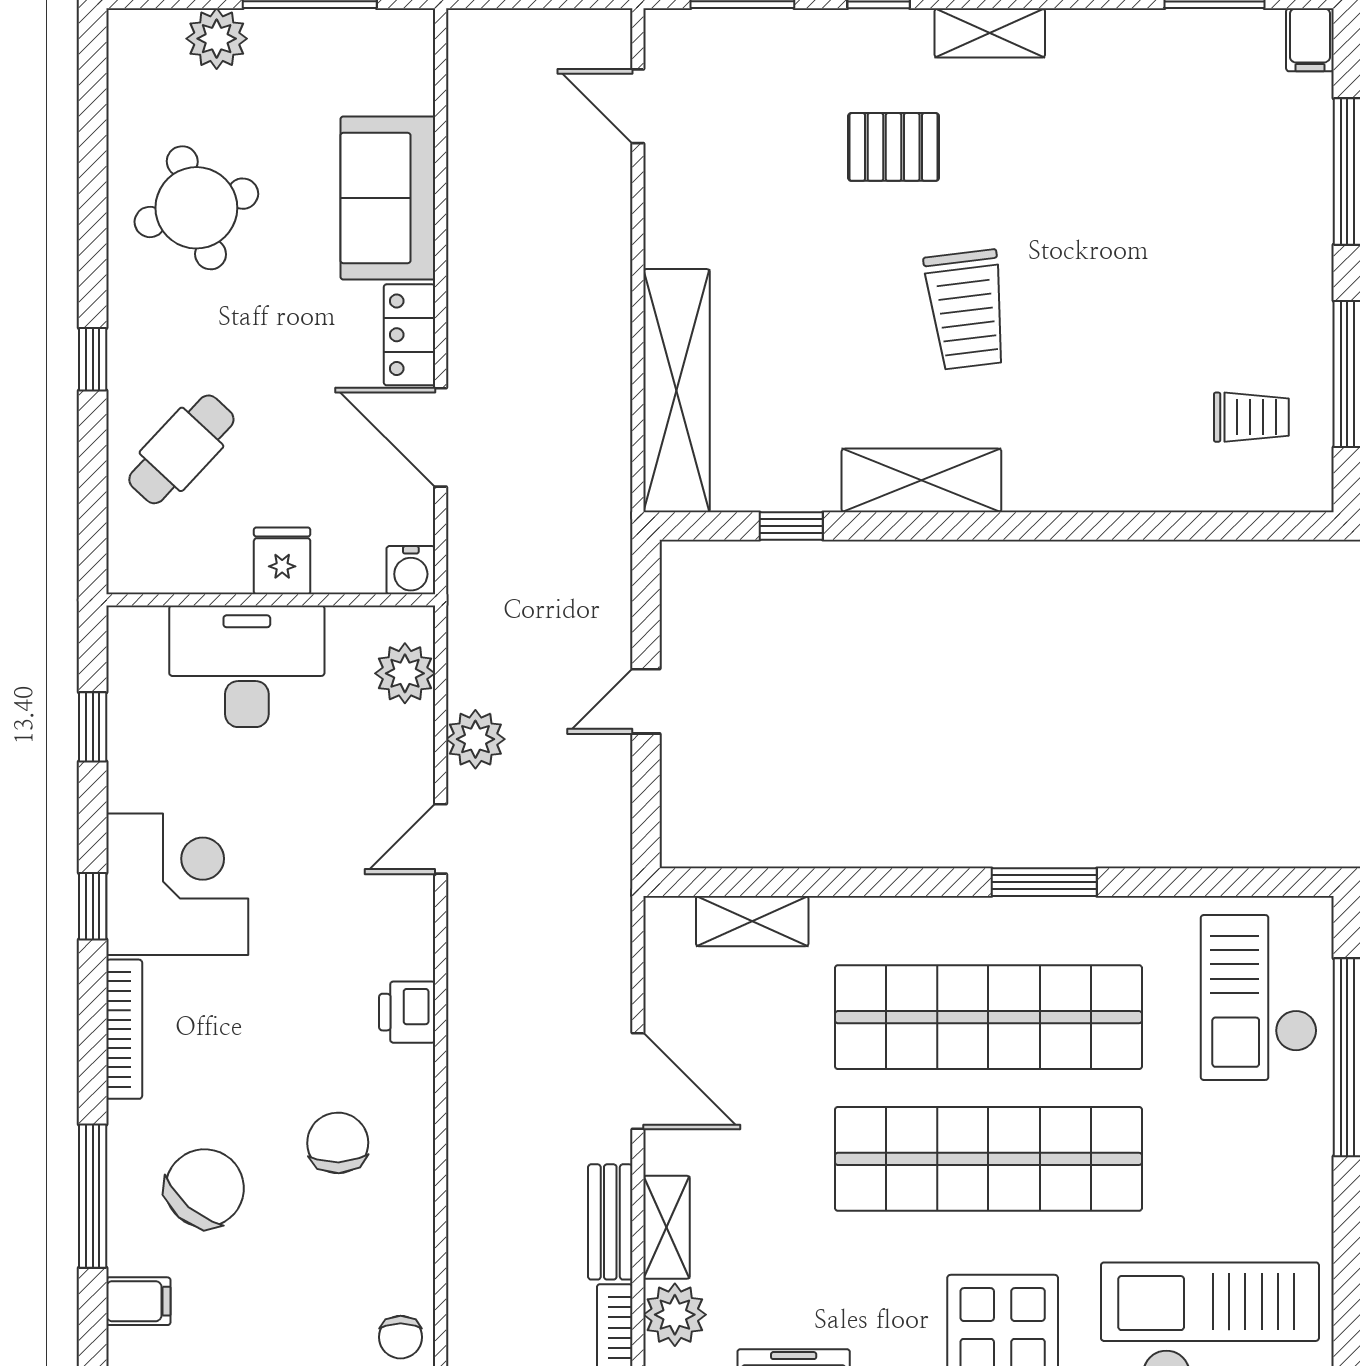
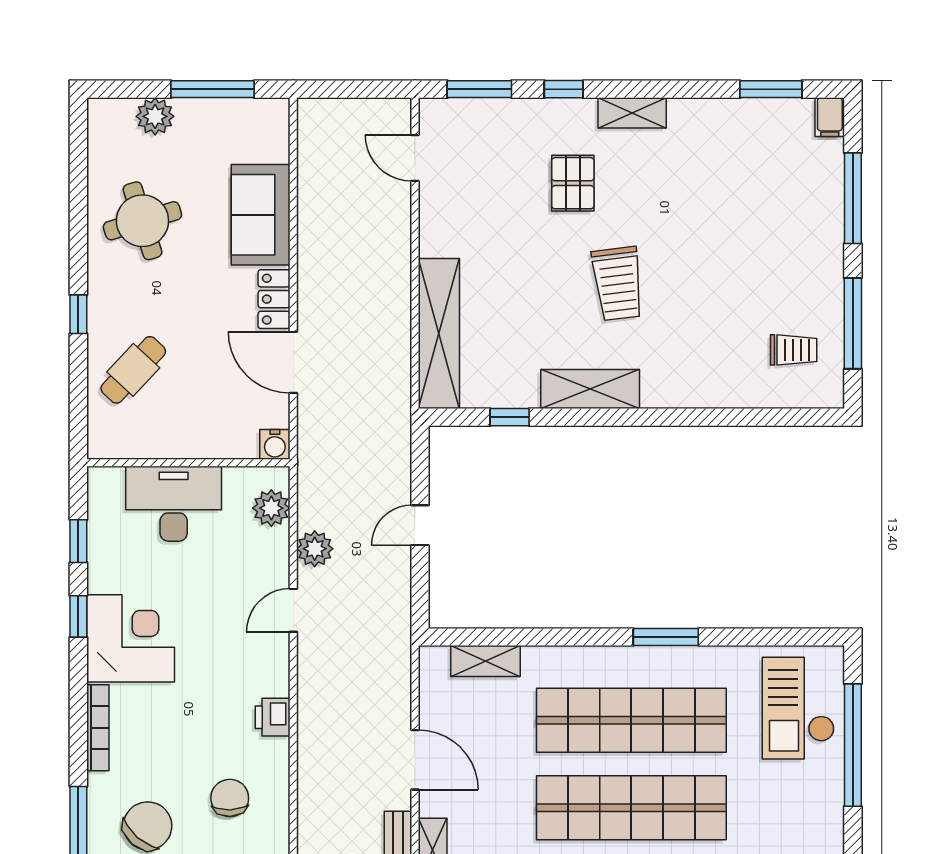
pallet: (894, 147) -> (573, 183), turned 90
fridge: (282, 561) -> (195, 439), removed
window: (93, 906) -> (78, 616), moved

